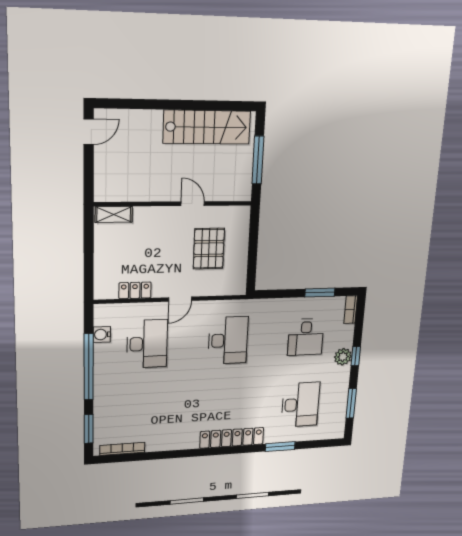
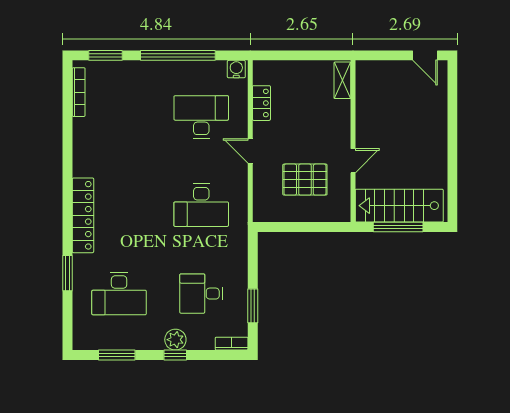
stairs: (207, 127) -> (399, 206), moved, turned 90
water cooler: (102, 335) -> (236, 69), moved
desk: (147, 344) -> (201, 117), turned 180

